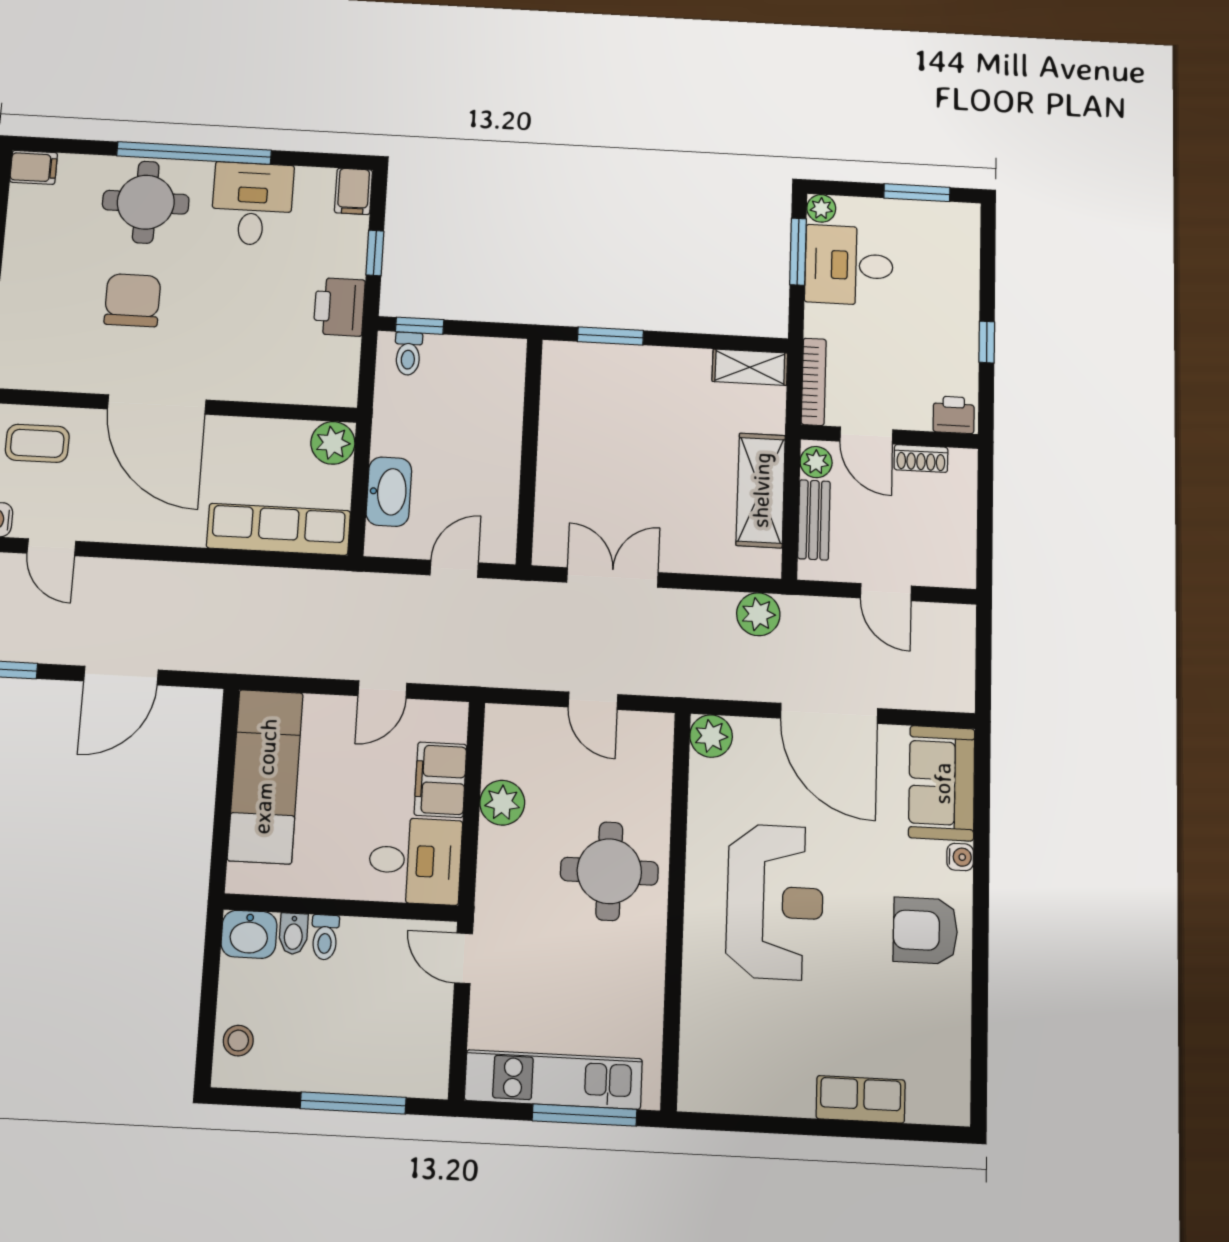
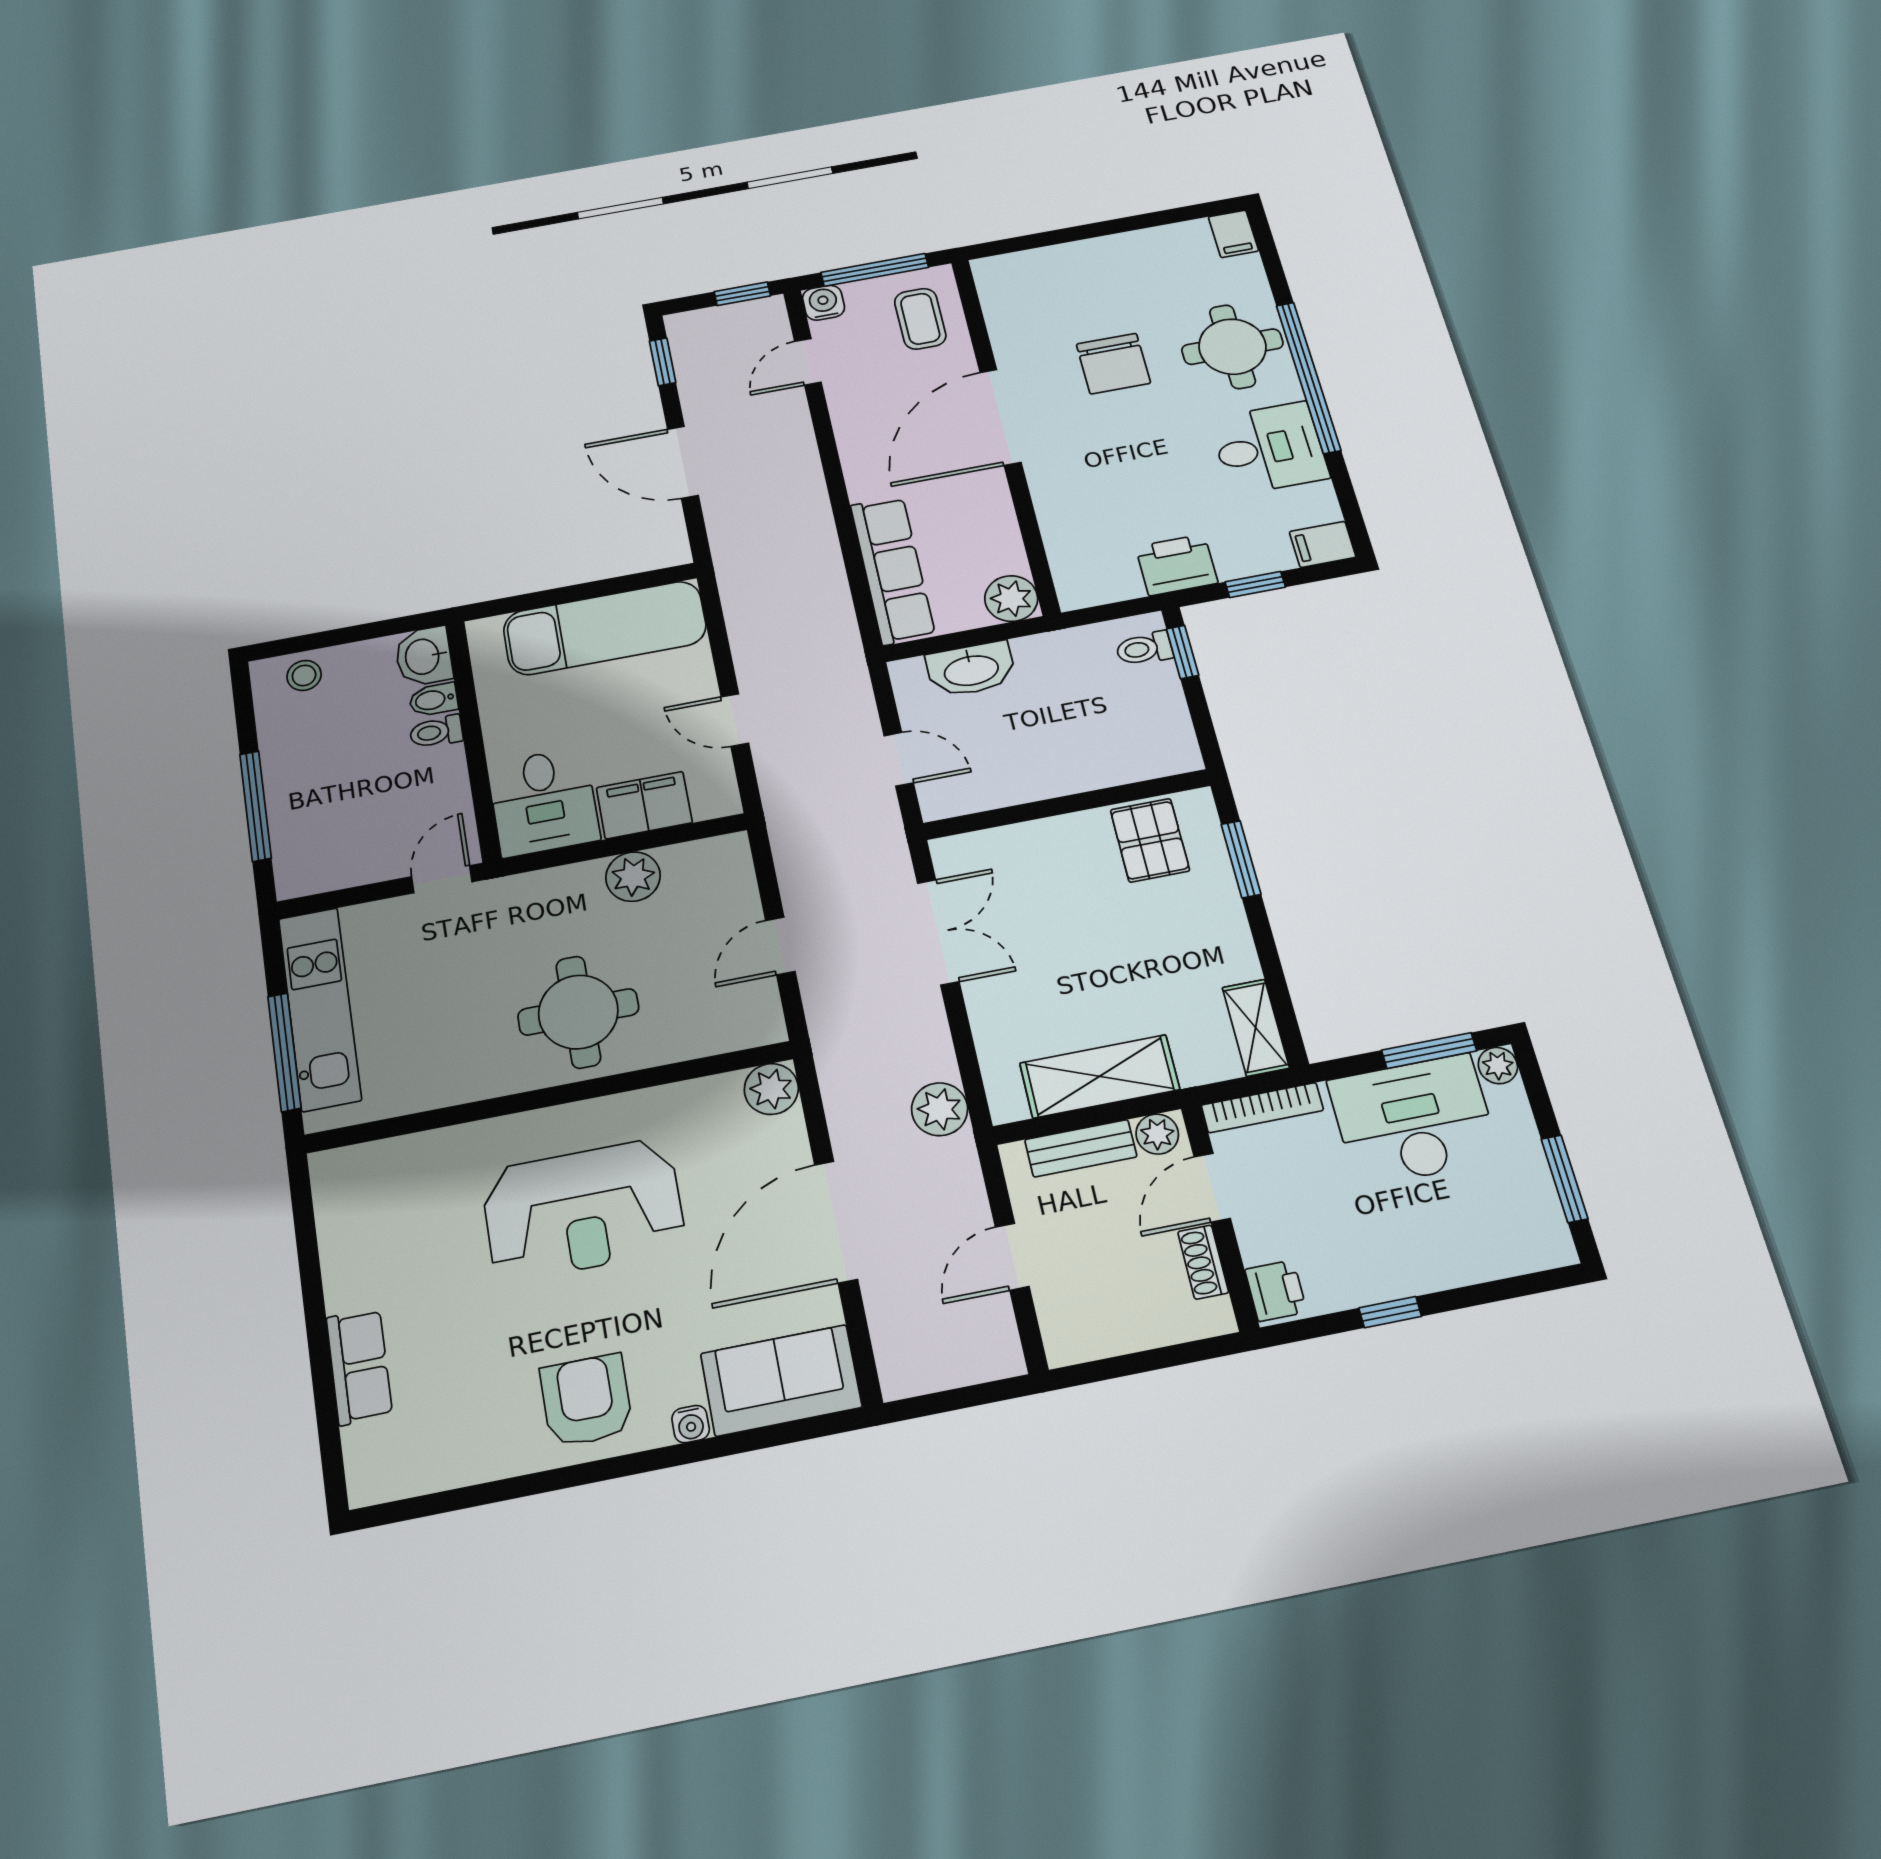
desk: (849, 265) -> (1414, 1120), width x1.37
chair: (132, 300) -> (1113, 364), turned 90
pallet: (577, 398) -> (1150, 840), added

